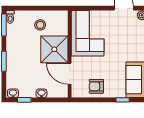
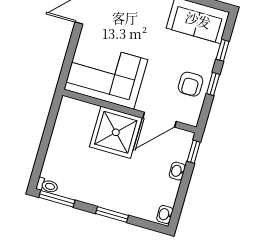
stool: (40, 25) -> (72, 143), removed
window: (24, 100) -> (194, 152), moved
window: (100, 100) -> (213, 84), added

